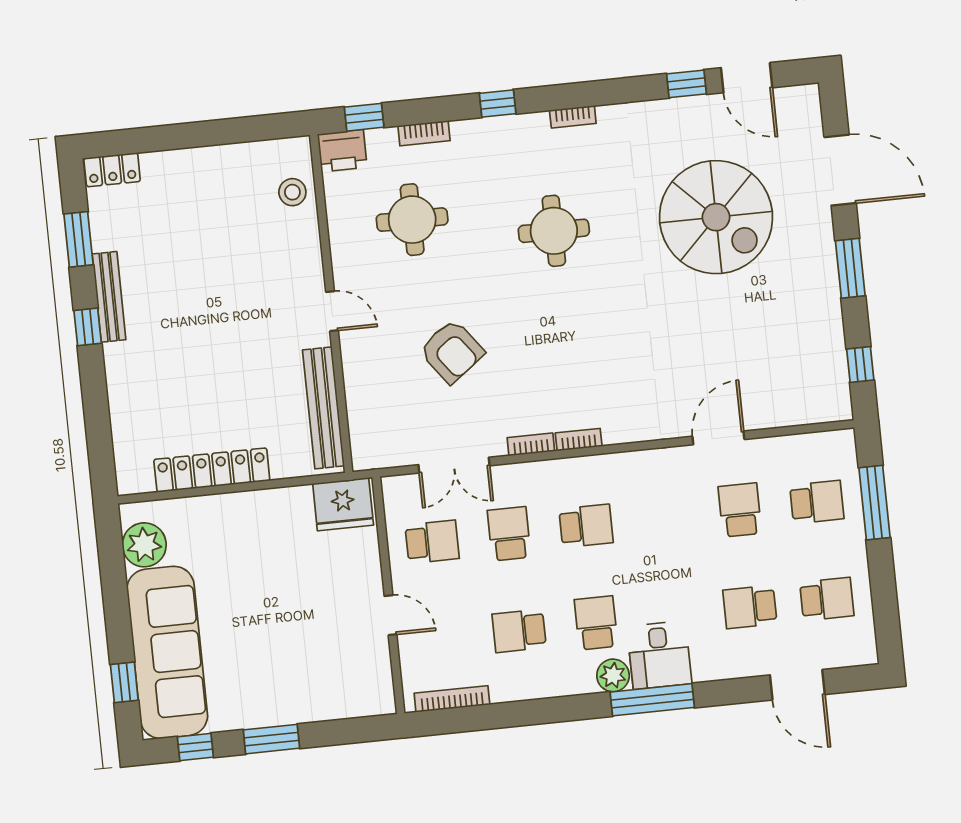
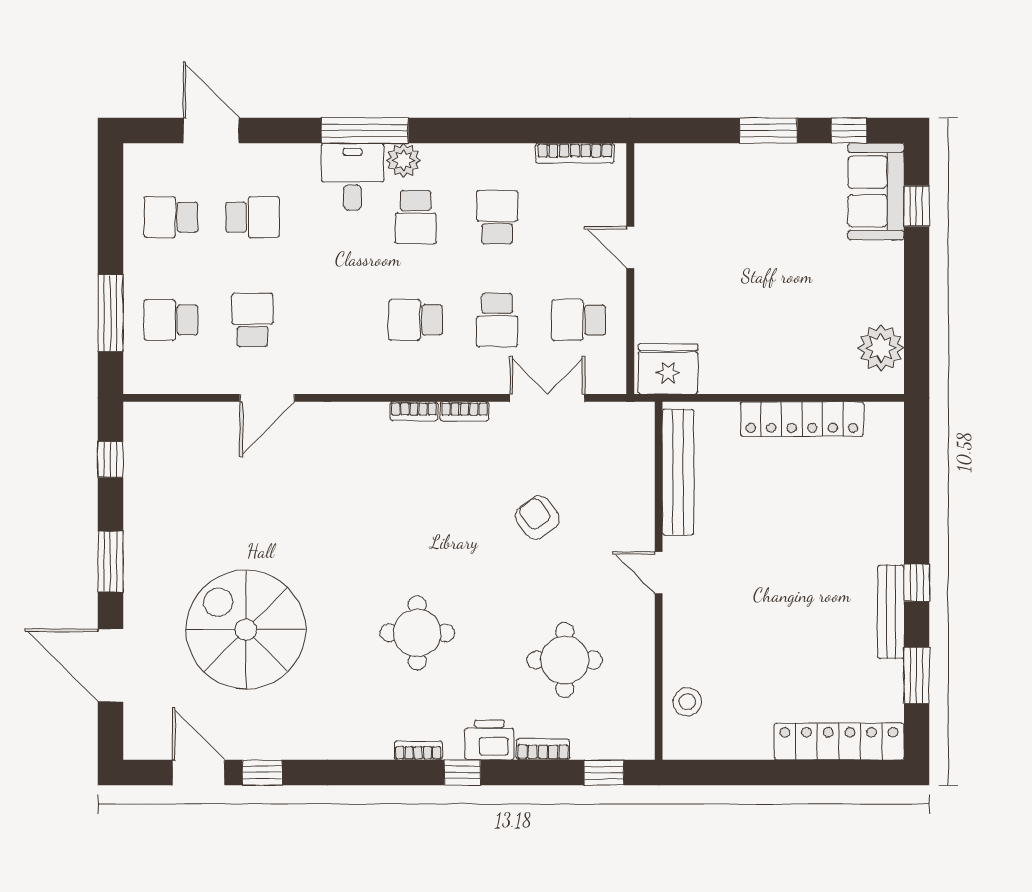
bookcase: (573, 117) -> (418, 750), moved
printer: (342, 151) -> (489, 740), moved
locker: (112, 170) -> (839, 742), width x2.16, depth x1.21
armchair: (452, 351) -> (537, 518), width x0.72, depth x0.72
school desk: (740, 510) -> (252, 320), turned 180
school desk: (519, 631) -> (497, 217), turned -90
sofa: (167, 652) -> (876, 191), width x0.54, depth x0.79

